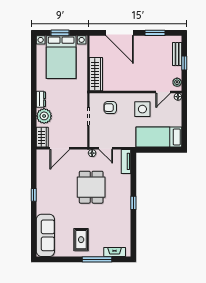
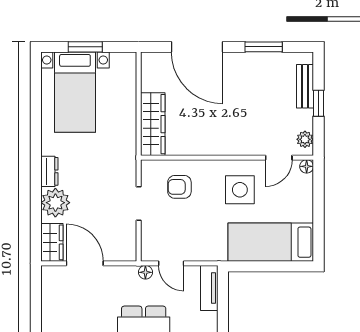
bed with nightstands: (61, 57) -> (75, 92), width x0.73
door: (60, 148) -> (85, 263), swing flipped

